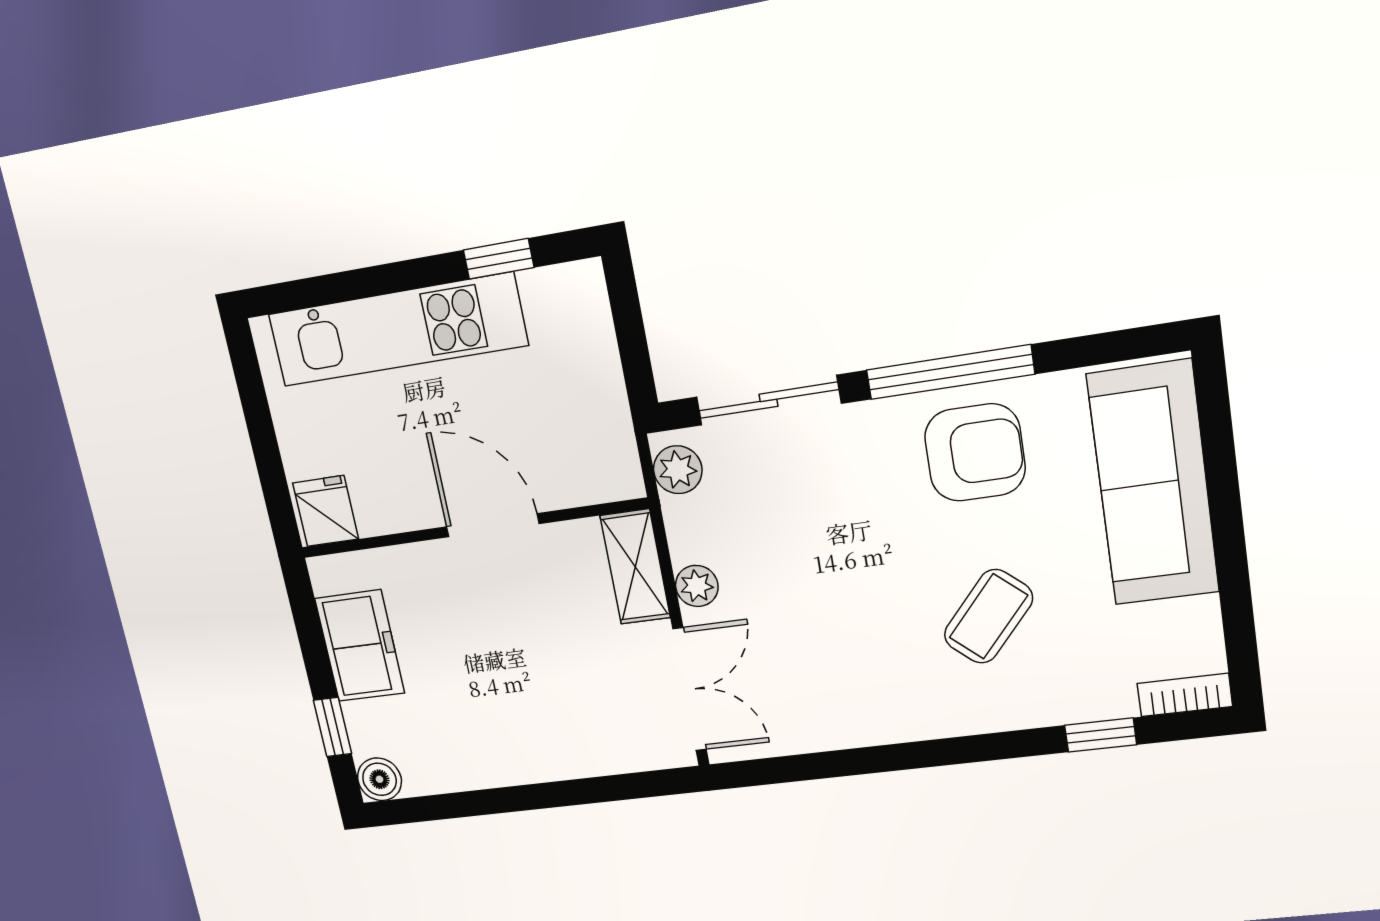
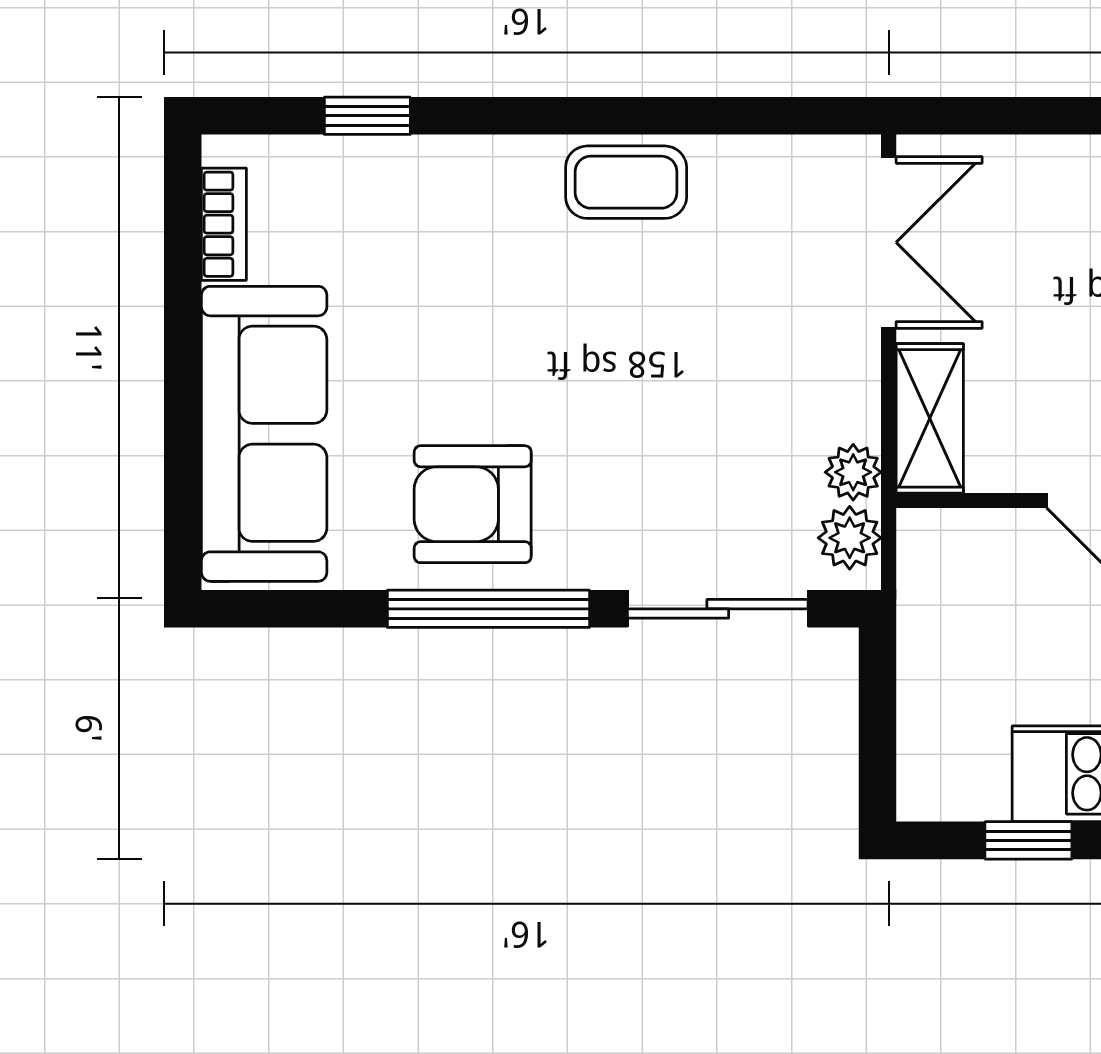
plant: (697, 586) -> (853, 472), moved
coffee table: (988, 616) -> (626, 182), moved, turned 49
double door: (690, 689) -> (889, 242), swing flipped
bookcase: (1185, 695) -> (224, 224), moved, turned -90

